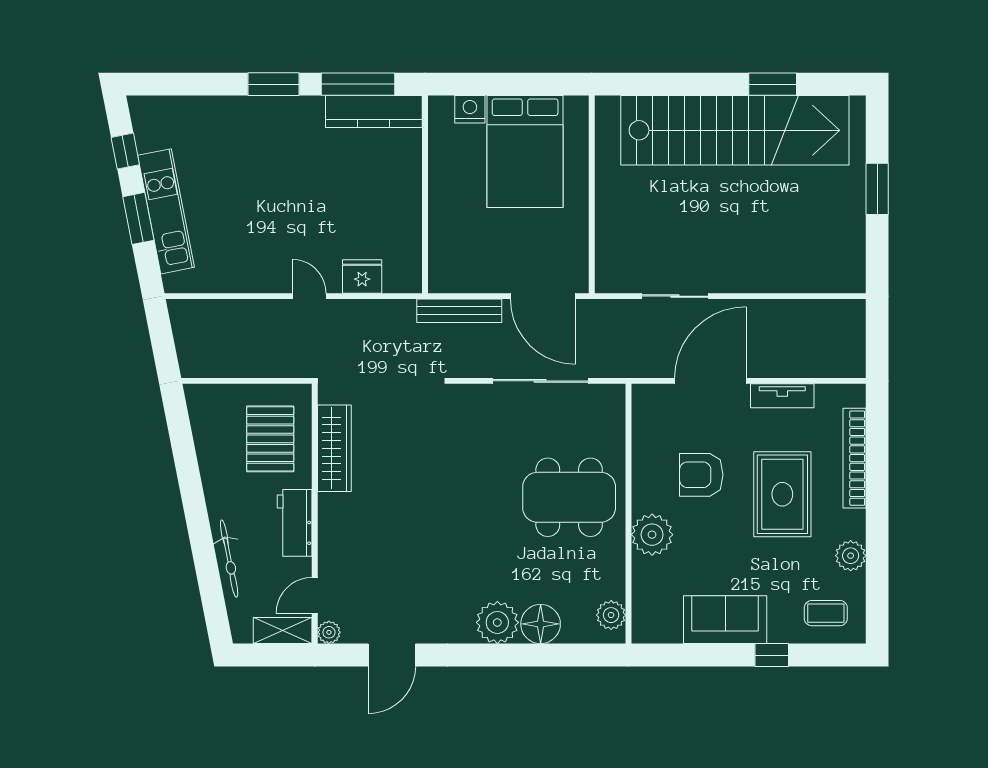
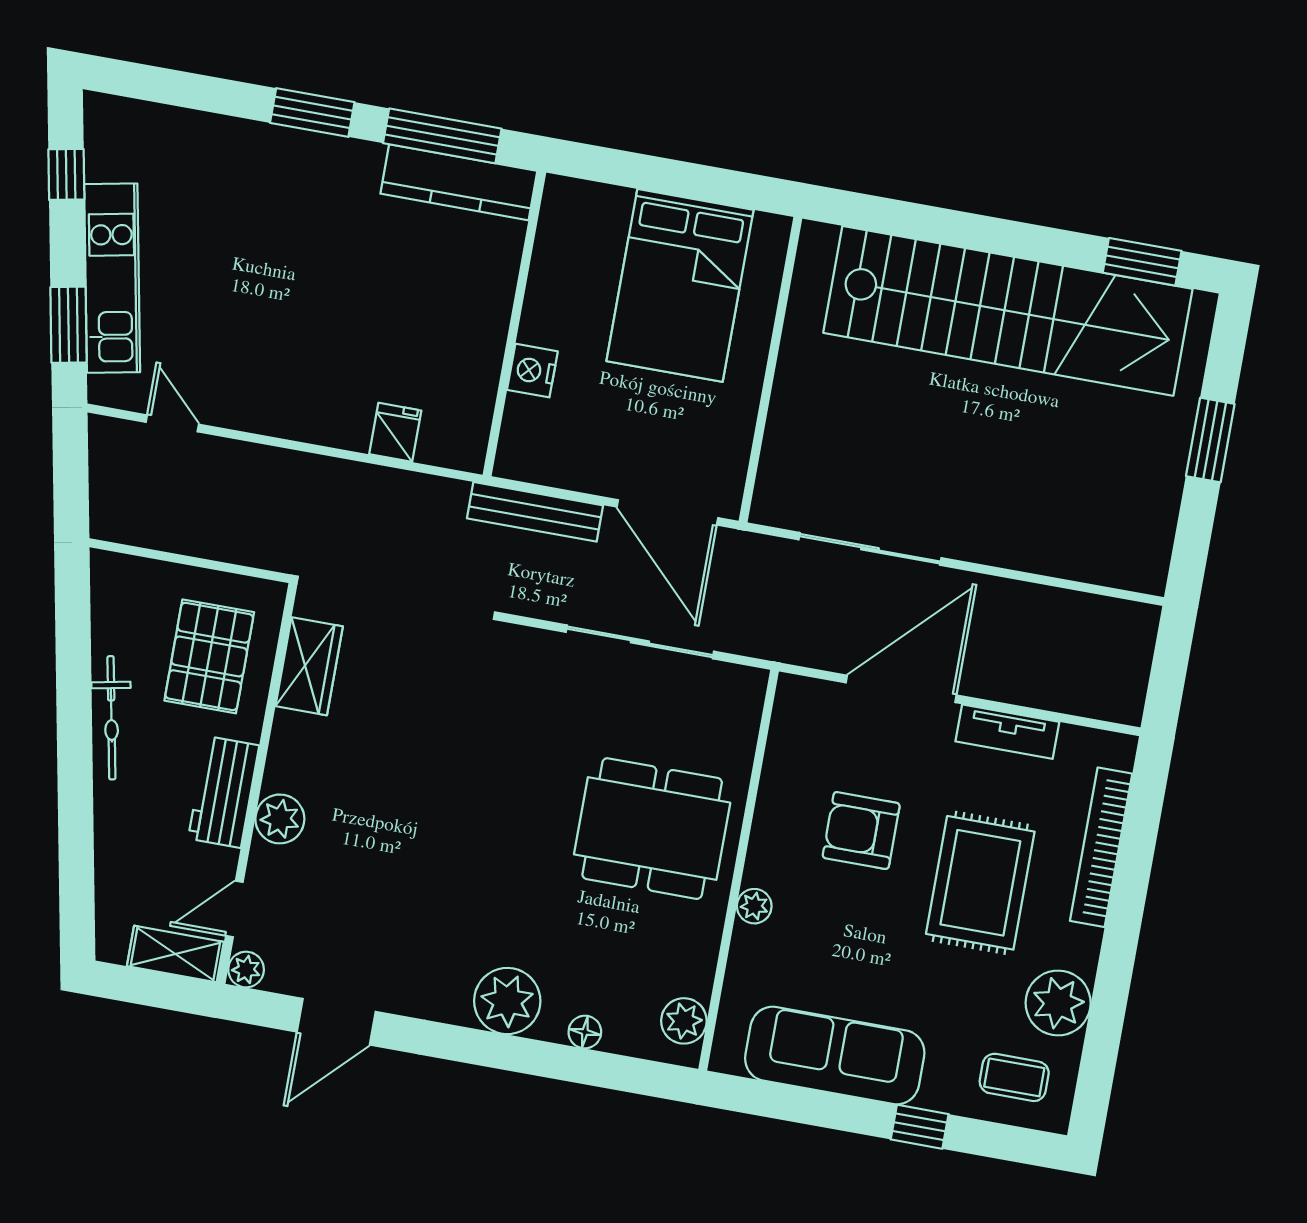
window: (773, 84) -> (1142, 262), moved
nightstand: (470, 109) -> (532, 371), moved, turned -90
window: (138, 218) -> (69, 325), moved
fridge: (362, 276) -> (395, 432), width x0.72
door: (309, 296) -> (172, 423), moved
sliding door: (675, 296) -> (870, 549), width x1.37
wardrobe: (334, 448) -> (309, 666), width x0.67
plant: (333, 533) -> (280, 819), added
plant: (652, 535) -> (754, 906), width x0.53, depth x0.53
plant: (851, 556) -> (1058, 1003), width x1.36, depth x1.36
bicycle: (229, 559) -> (111, 718), moved
sofa: (725, 620) -> (835, 1056), width x1.36
floor lamp: (541, 624) -> (585, 1032), width x0.53, depth x0.53

